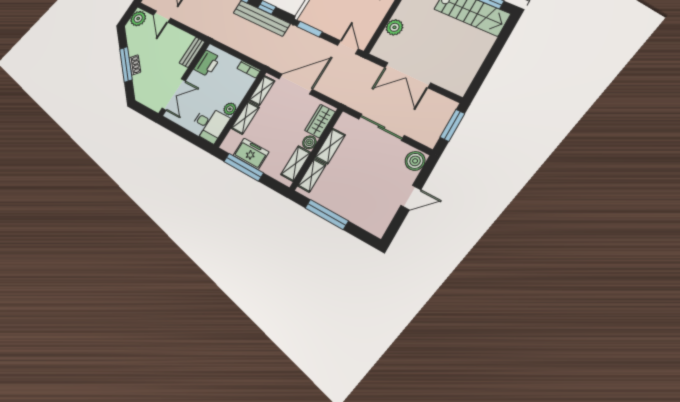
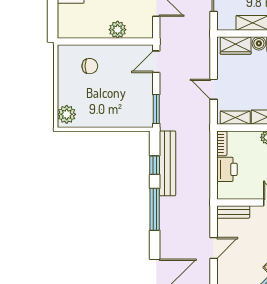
door: (162, 17) -> (214, 248), moved
printer: (207, 63) -> (227, 169), moved, turned 90
door: (296, 84) -> (214, 89), width x0.53

